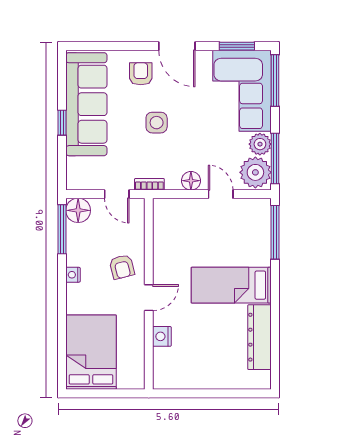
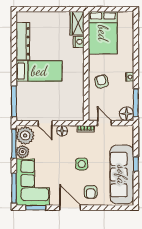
door: (149, 298) -> (86, 64), removed
bed: (91, 352) -> (103, 33), moved
wardrobe: (165, 369) -> (77, 23), added

